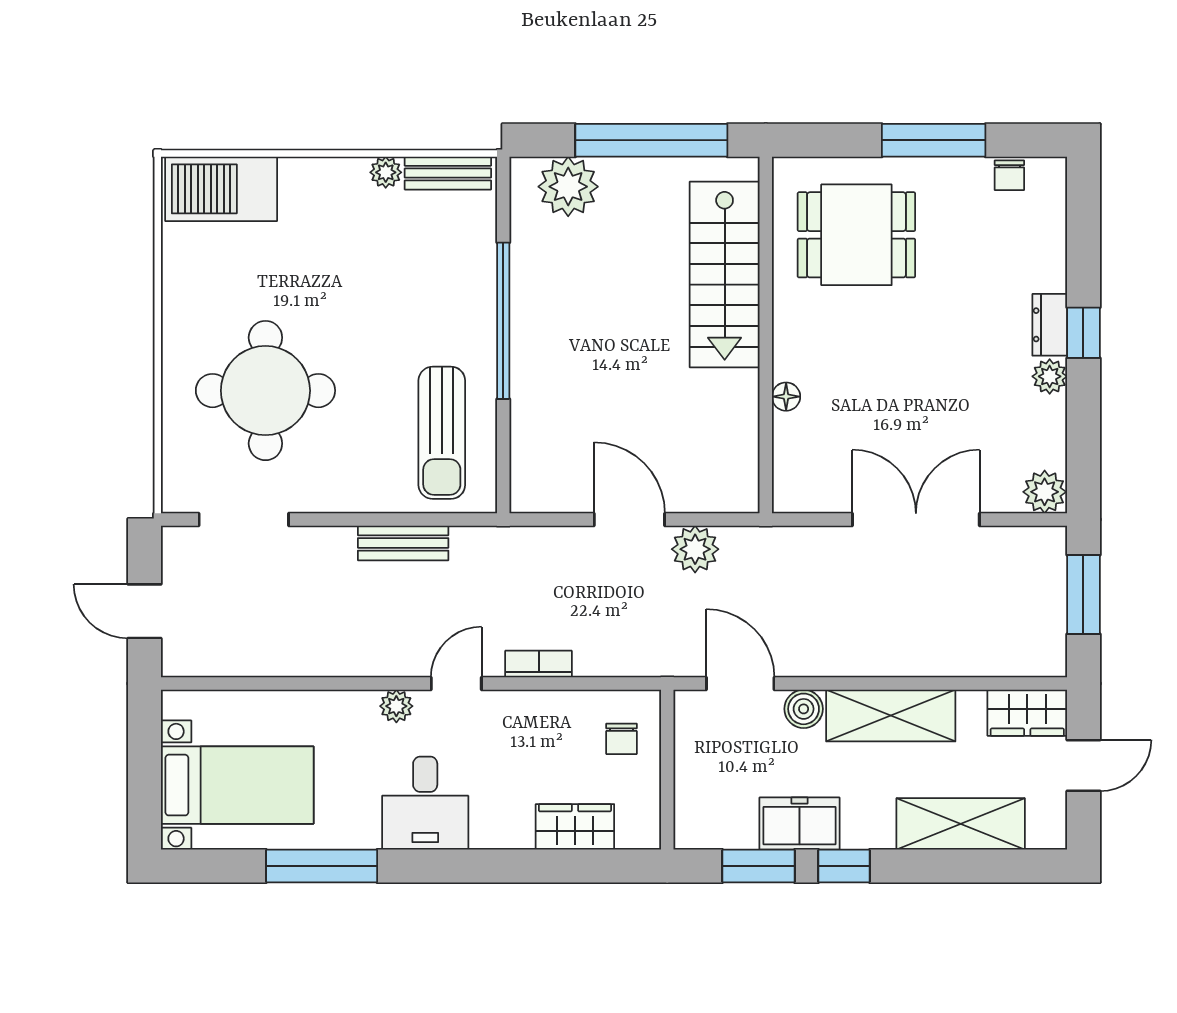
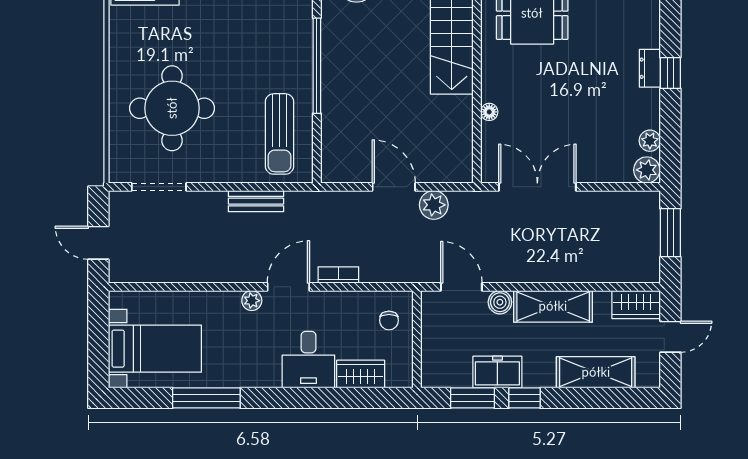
plant: (1050, 376) -> (650, 141), moved
double door: (916, 519) -> (537, 187), moved
door: (456, 684) -> (288, 287), width x1.38
desk: (425, 803) -> (308, 360), moved

